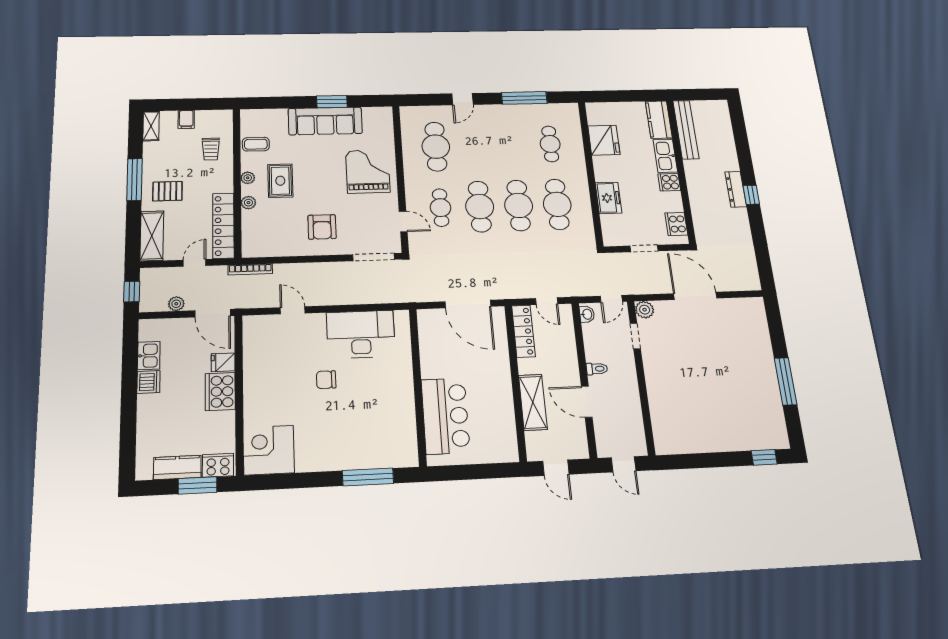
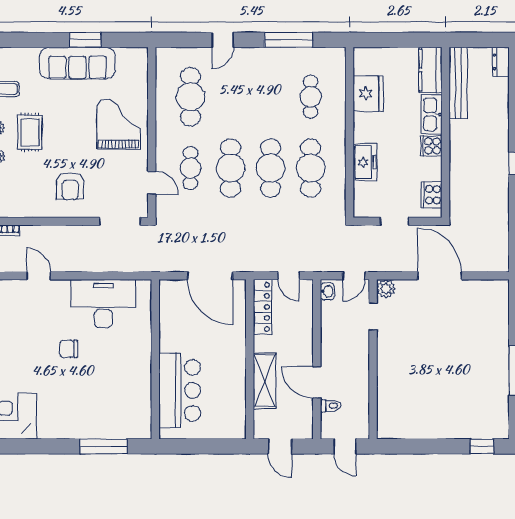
dresser: (736, 189) -> (501, 62), moved, width x0.70
toilet: (597, 369) -> (331, 406), moved

